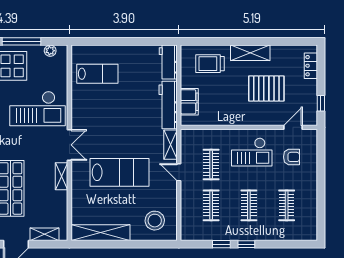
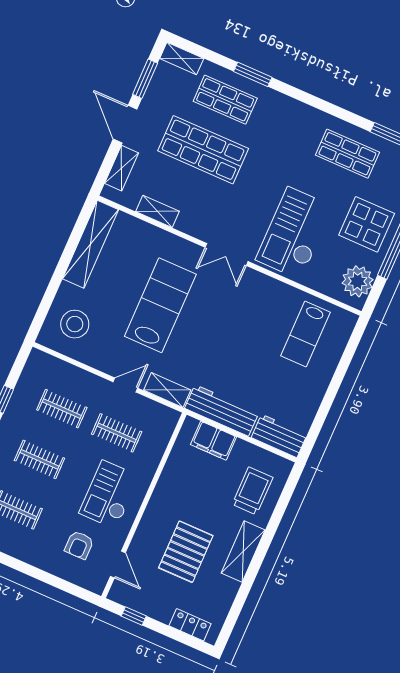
plant: (50, 51) -> (358, 281), width x1.87, depth x1.87
lab bench: (119, 172) -> (160, 305), turned 180
shelving: (62, 176) -> (157, 211), moved

